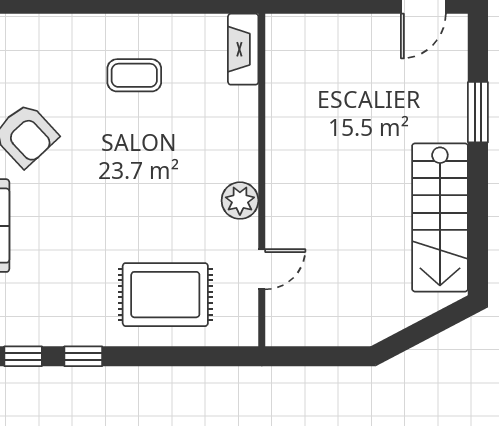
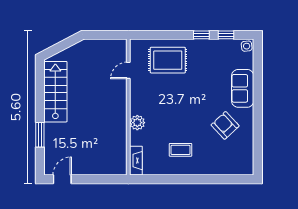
plant: (240, 201) -> (137, 123), moved

